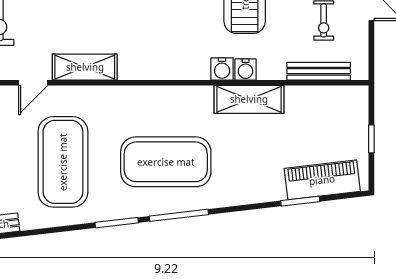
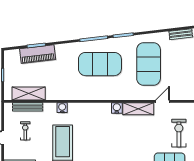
water cooler: (222, 69) -> (117, 108), moved
shelving: (249, 99) -> (29, 94), moved
piano: (322, 180) -> (38, 54), moved

